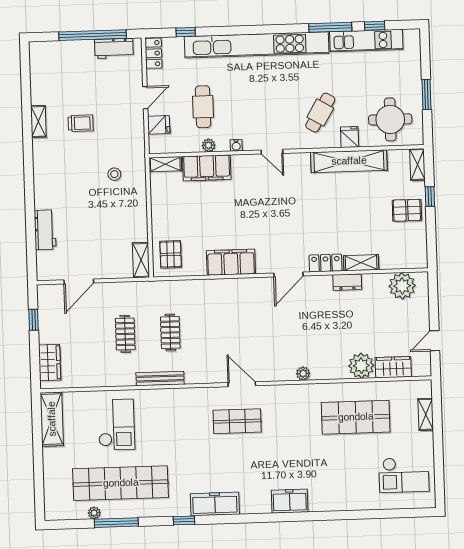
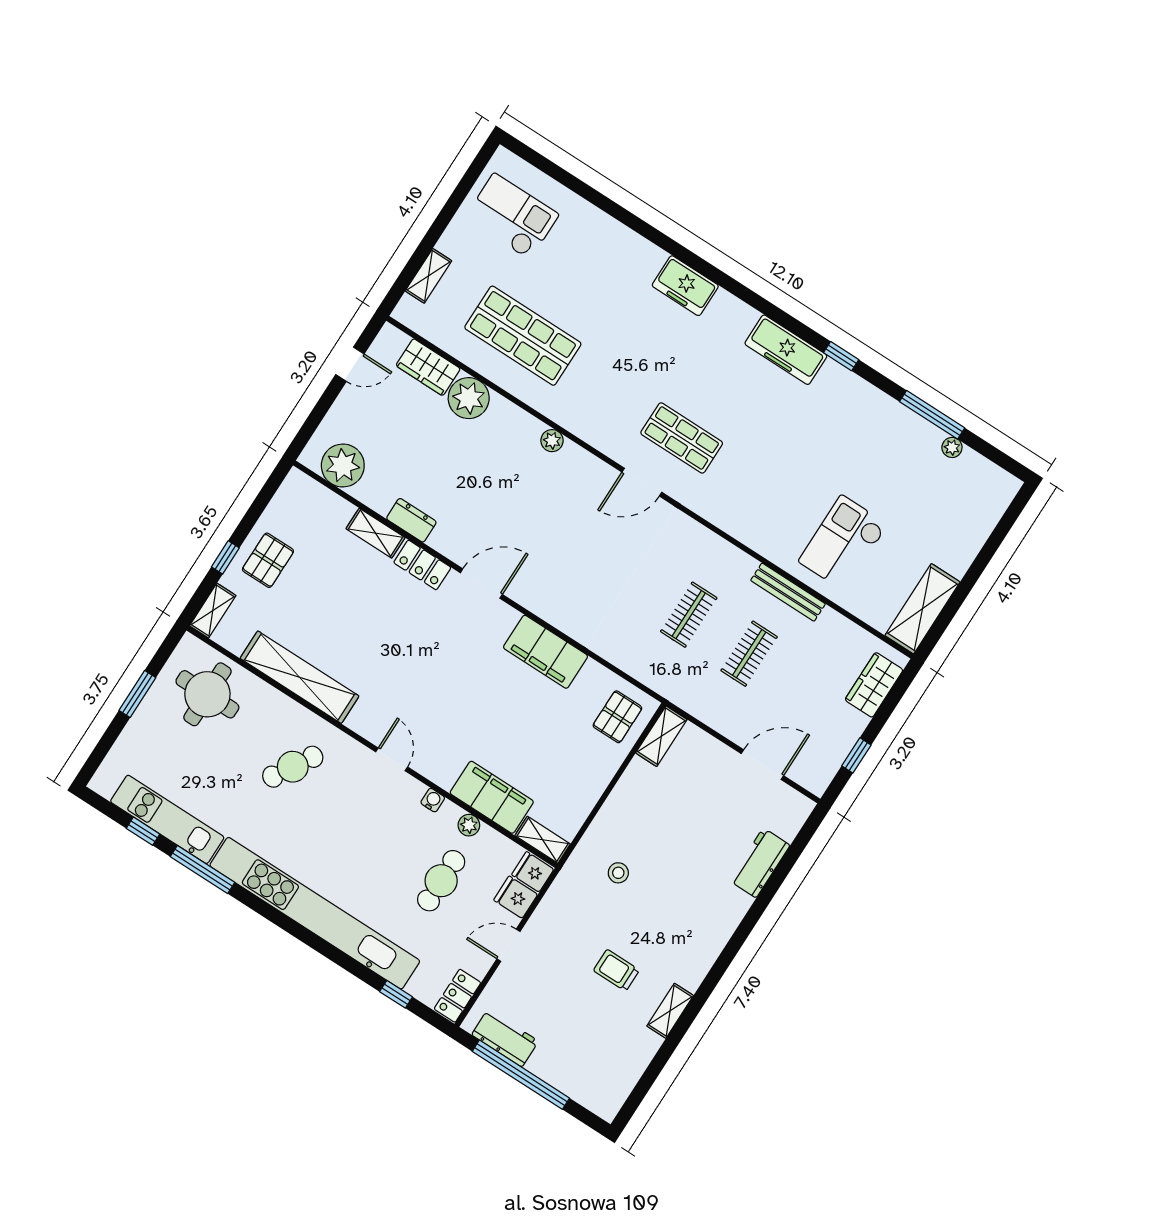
fridge: (350, 137) -> (533, 872), moved, turned 90
pallet: (407, 210) -> (268, 560), turned 90
bench: (160, 379) -> (788, 592), moved
door: (242, 384) -> (642, 482), hinge flipped
shop shelf: (121, 483) -> (891, 463), removed

